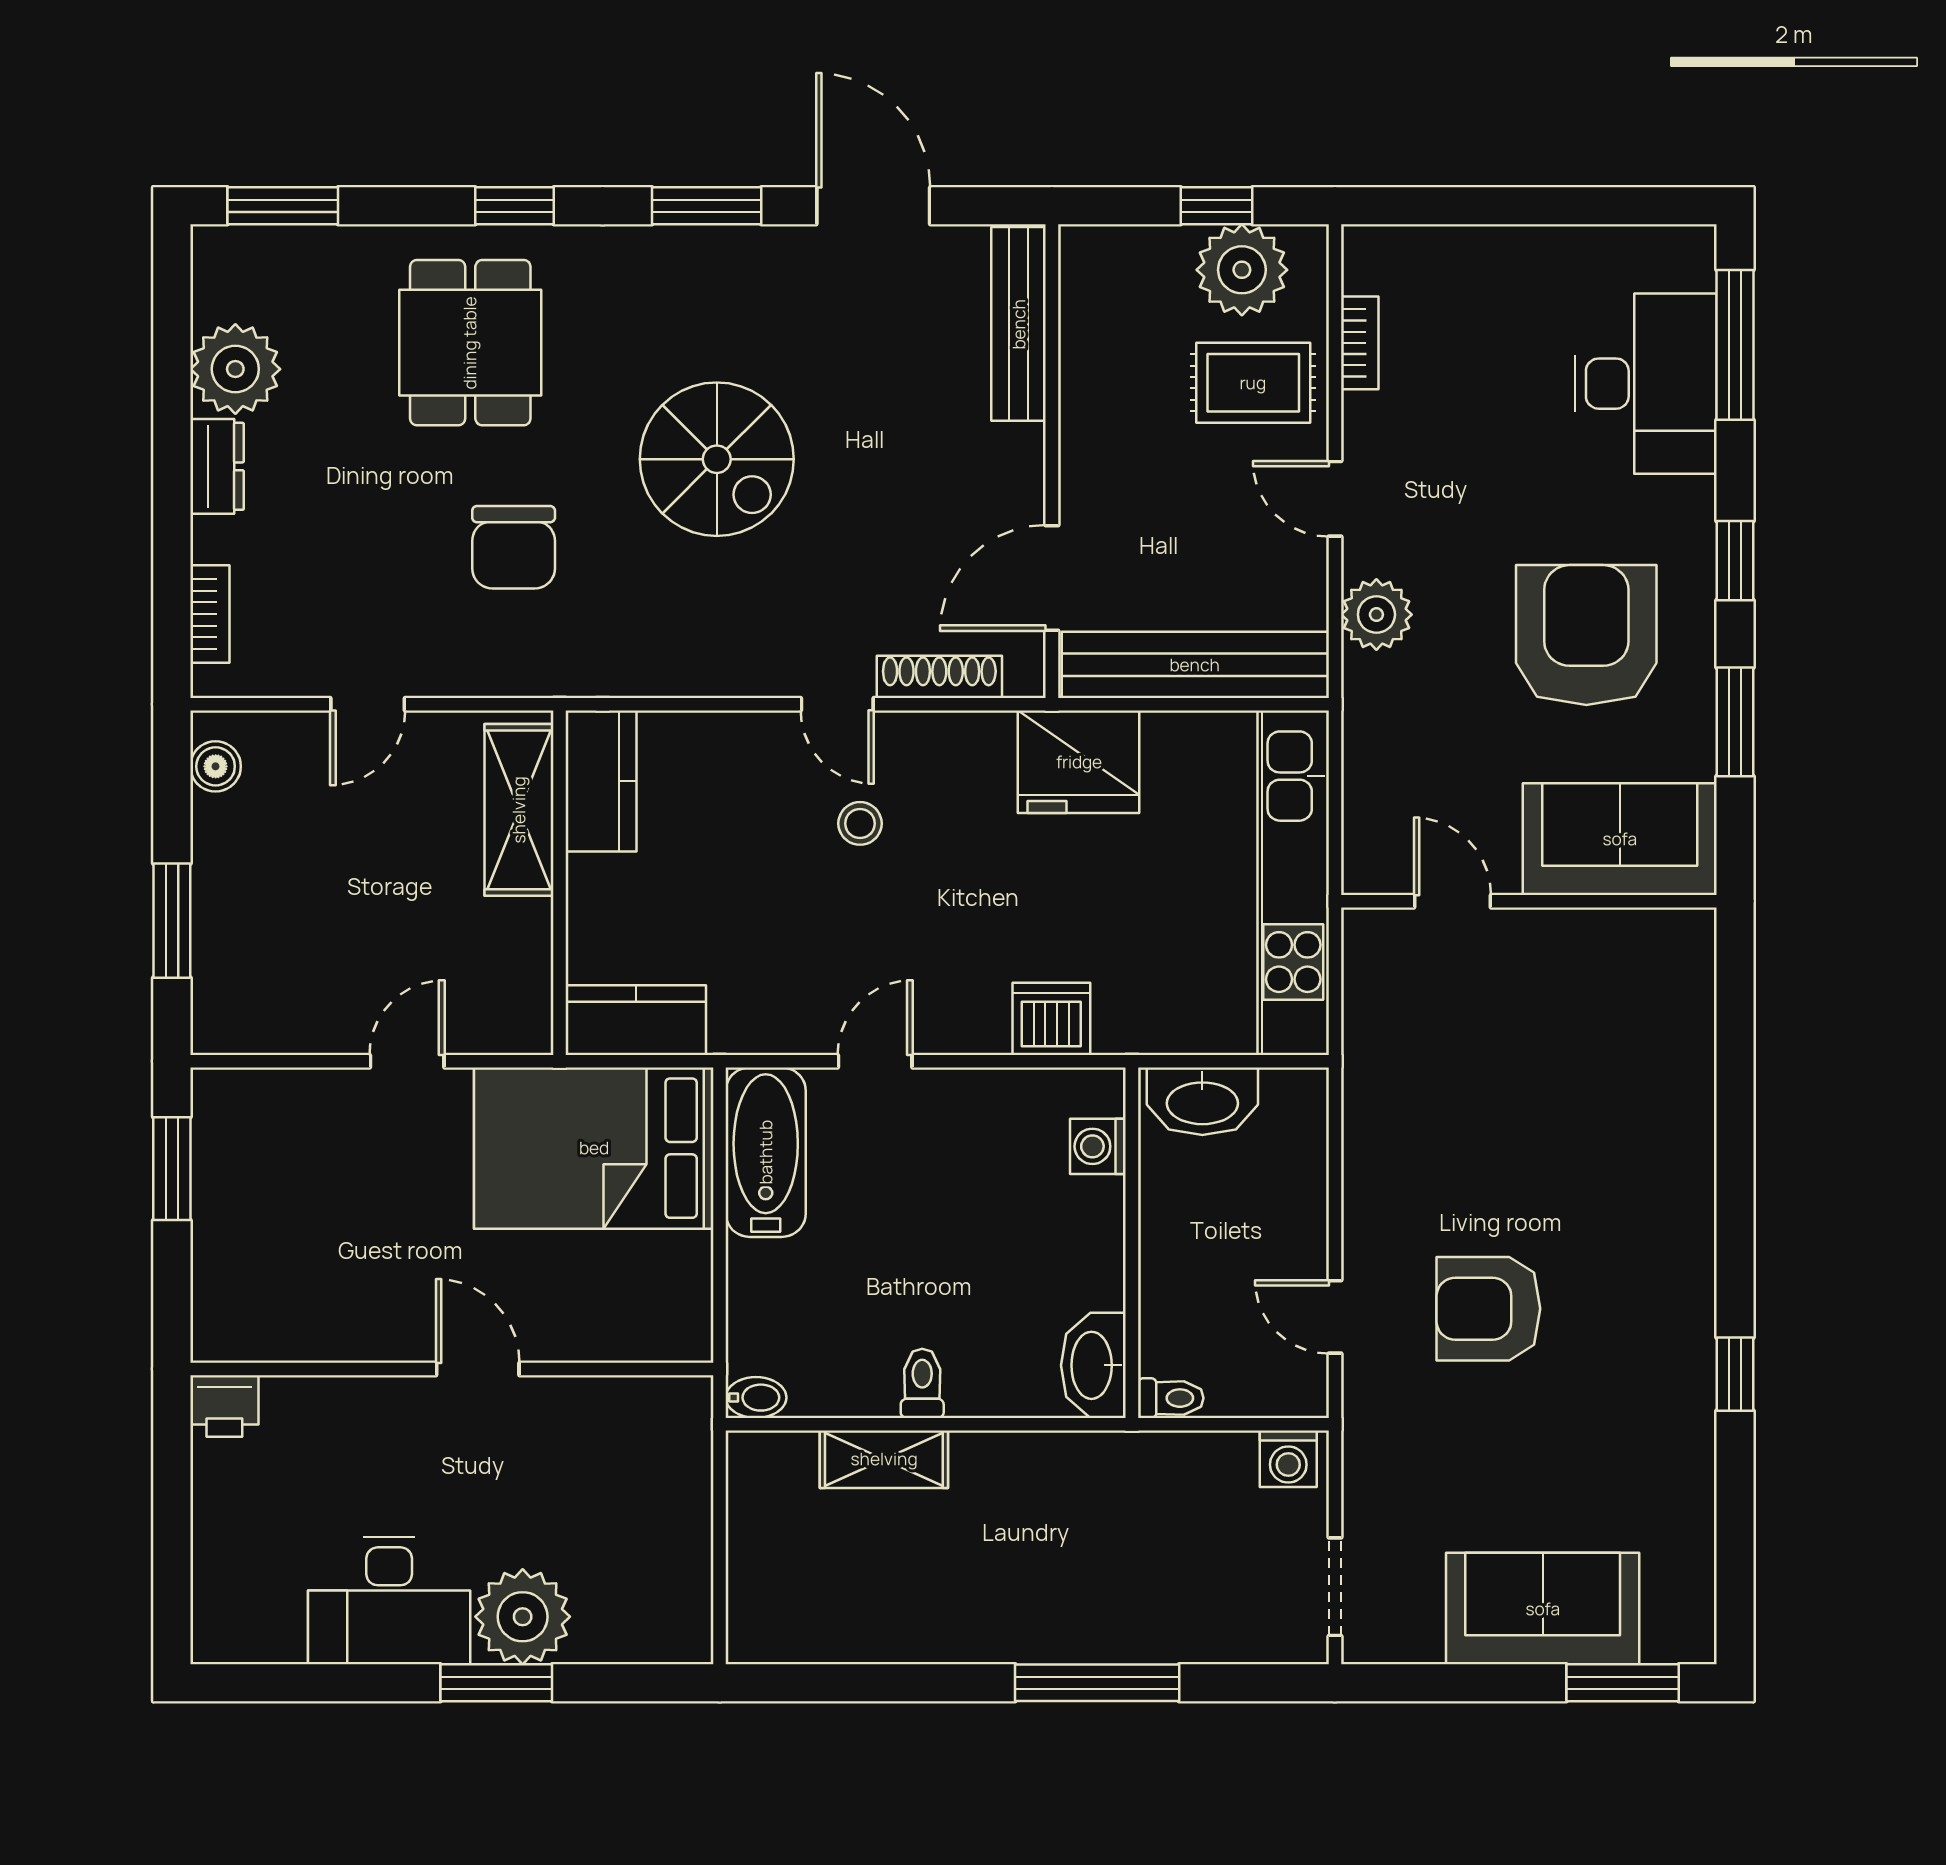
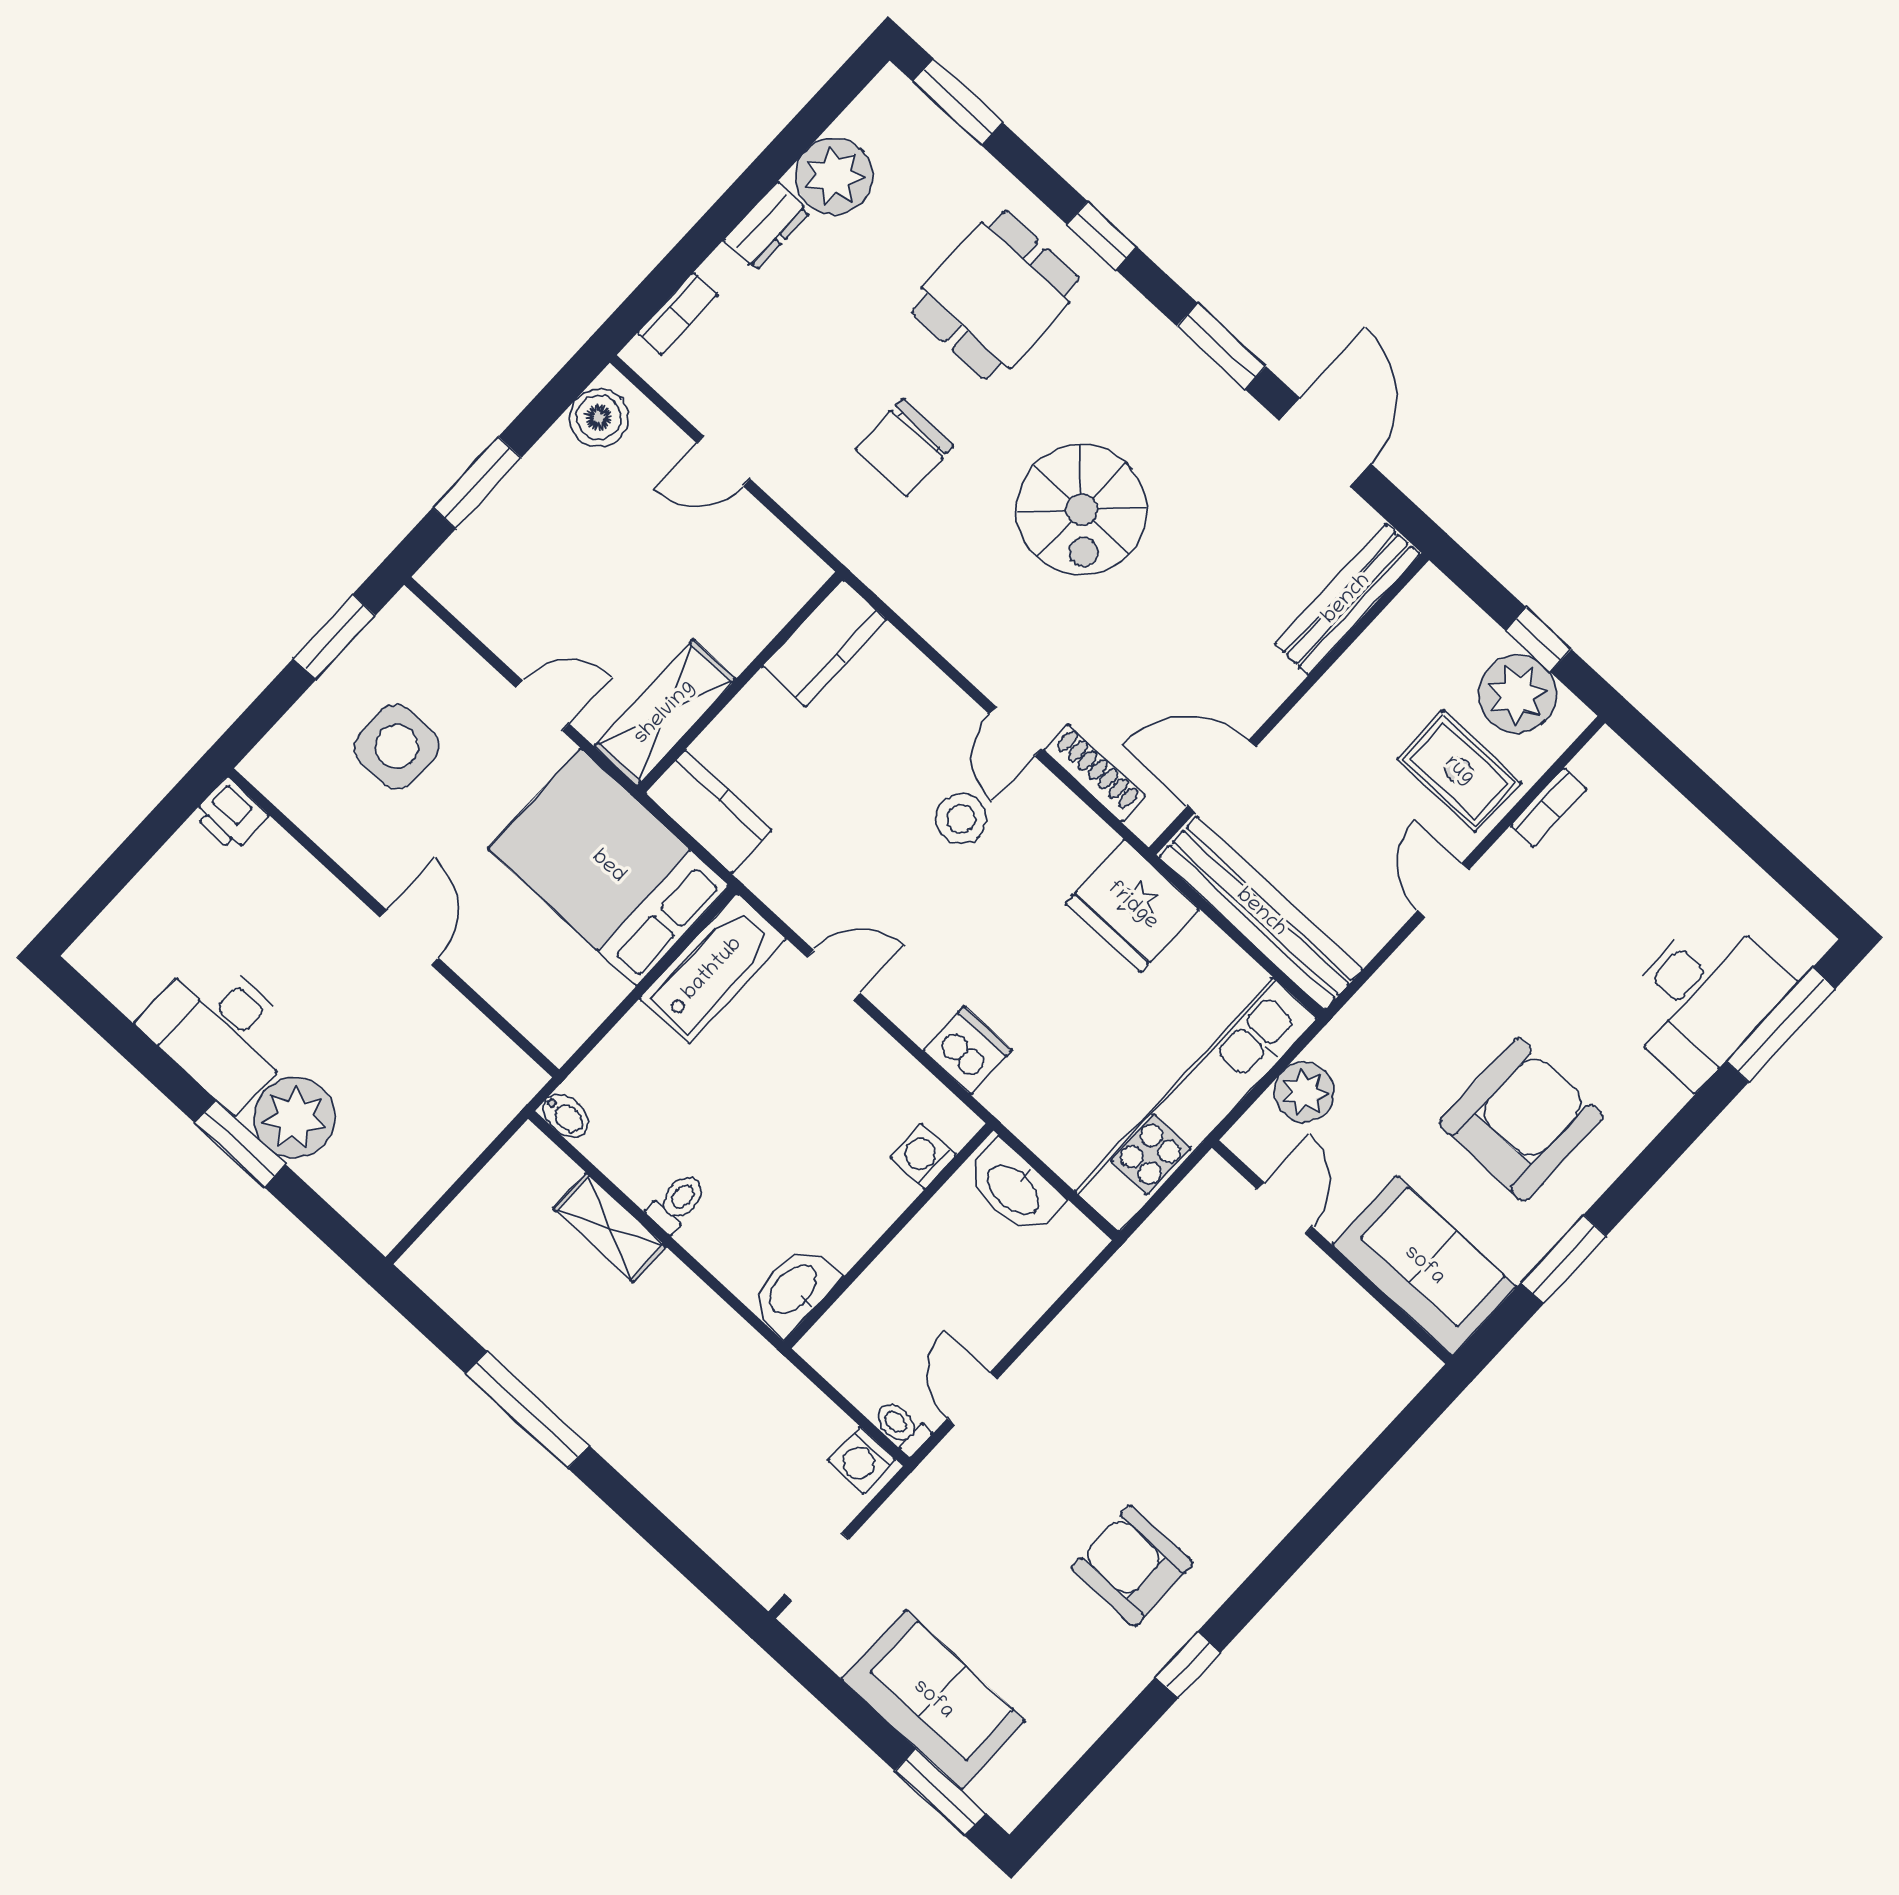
window: (1735, 561) -> (1656, 1159), removed
plant: (1376, 615) -> (1304, 1092), moved
boiler: (216, 766) -> (599, 417), width x1.36, depth x1.36
shelving: (519, 810) -> (665, 713), moved
stool: (860, 823) -> (961, 819), width x1.37, depth x1.37
side table: (314, 1214) -> (397, 747), added
armchair: (1488, 1309) -> (1132, 1565), moved
toilet: (1171, 1398) -> (901, 1427), moved, turned 180
window: (1097, 1683) -> (528, 1410), moved

